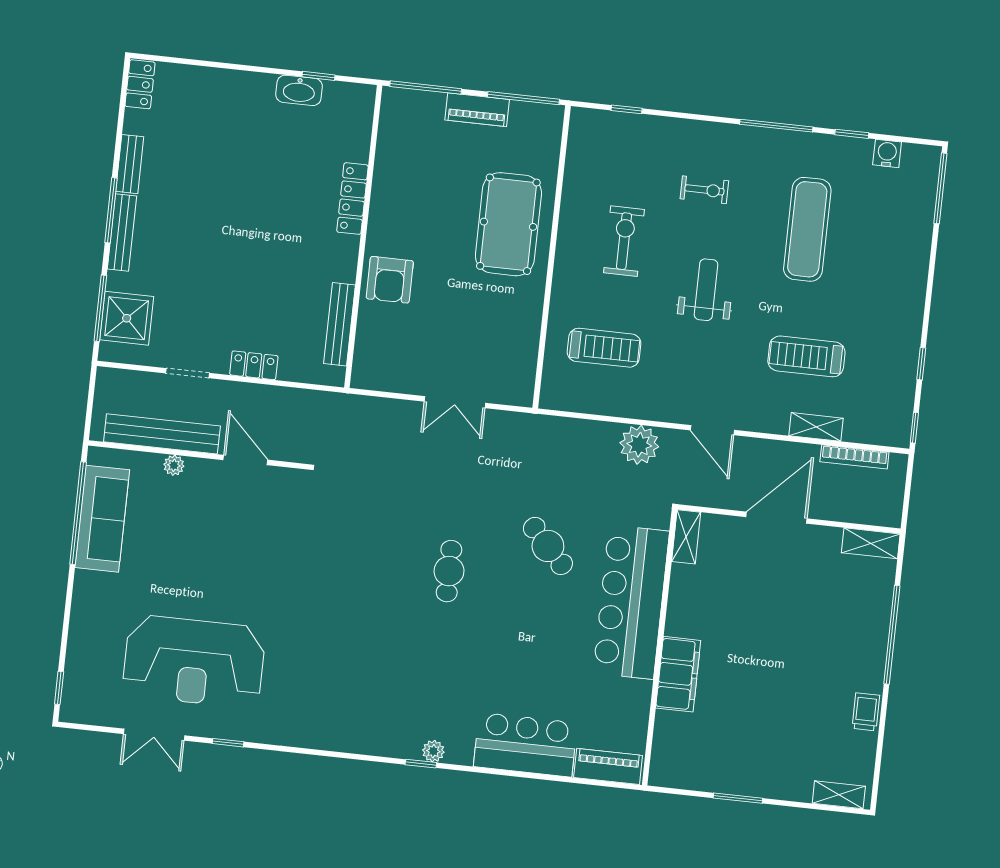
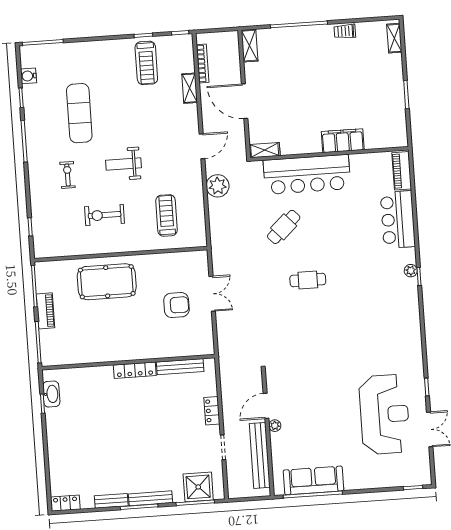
washbasin: (299, 90) -> (51, 394), moved
locker: (352, 199) -> (135, 370), moved
exercise mat: (807, 229) -> (79, 113), turned 90
armchair: (390, 280) -> (176, 305), moved
treadmill: (806, 356) -> (146, 63), moved
plant: (174, 465) -> (275, 426), moved

